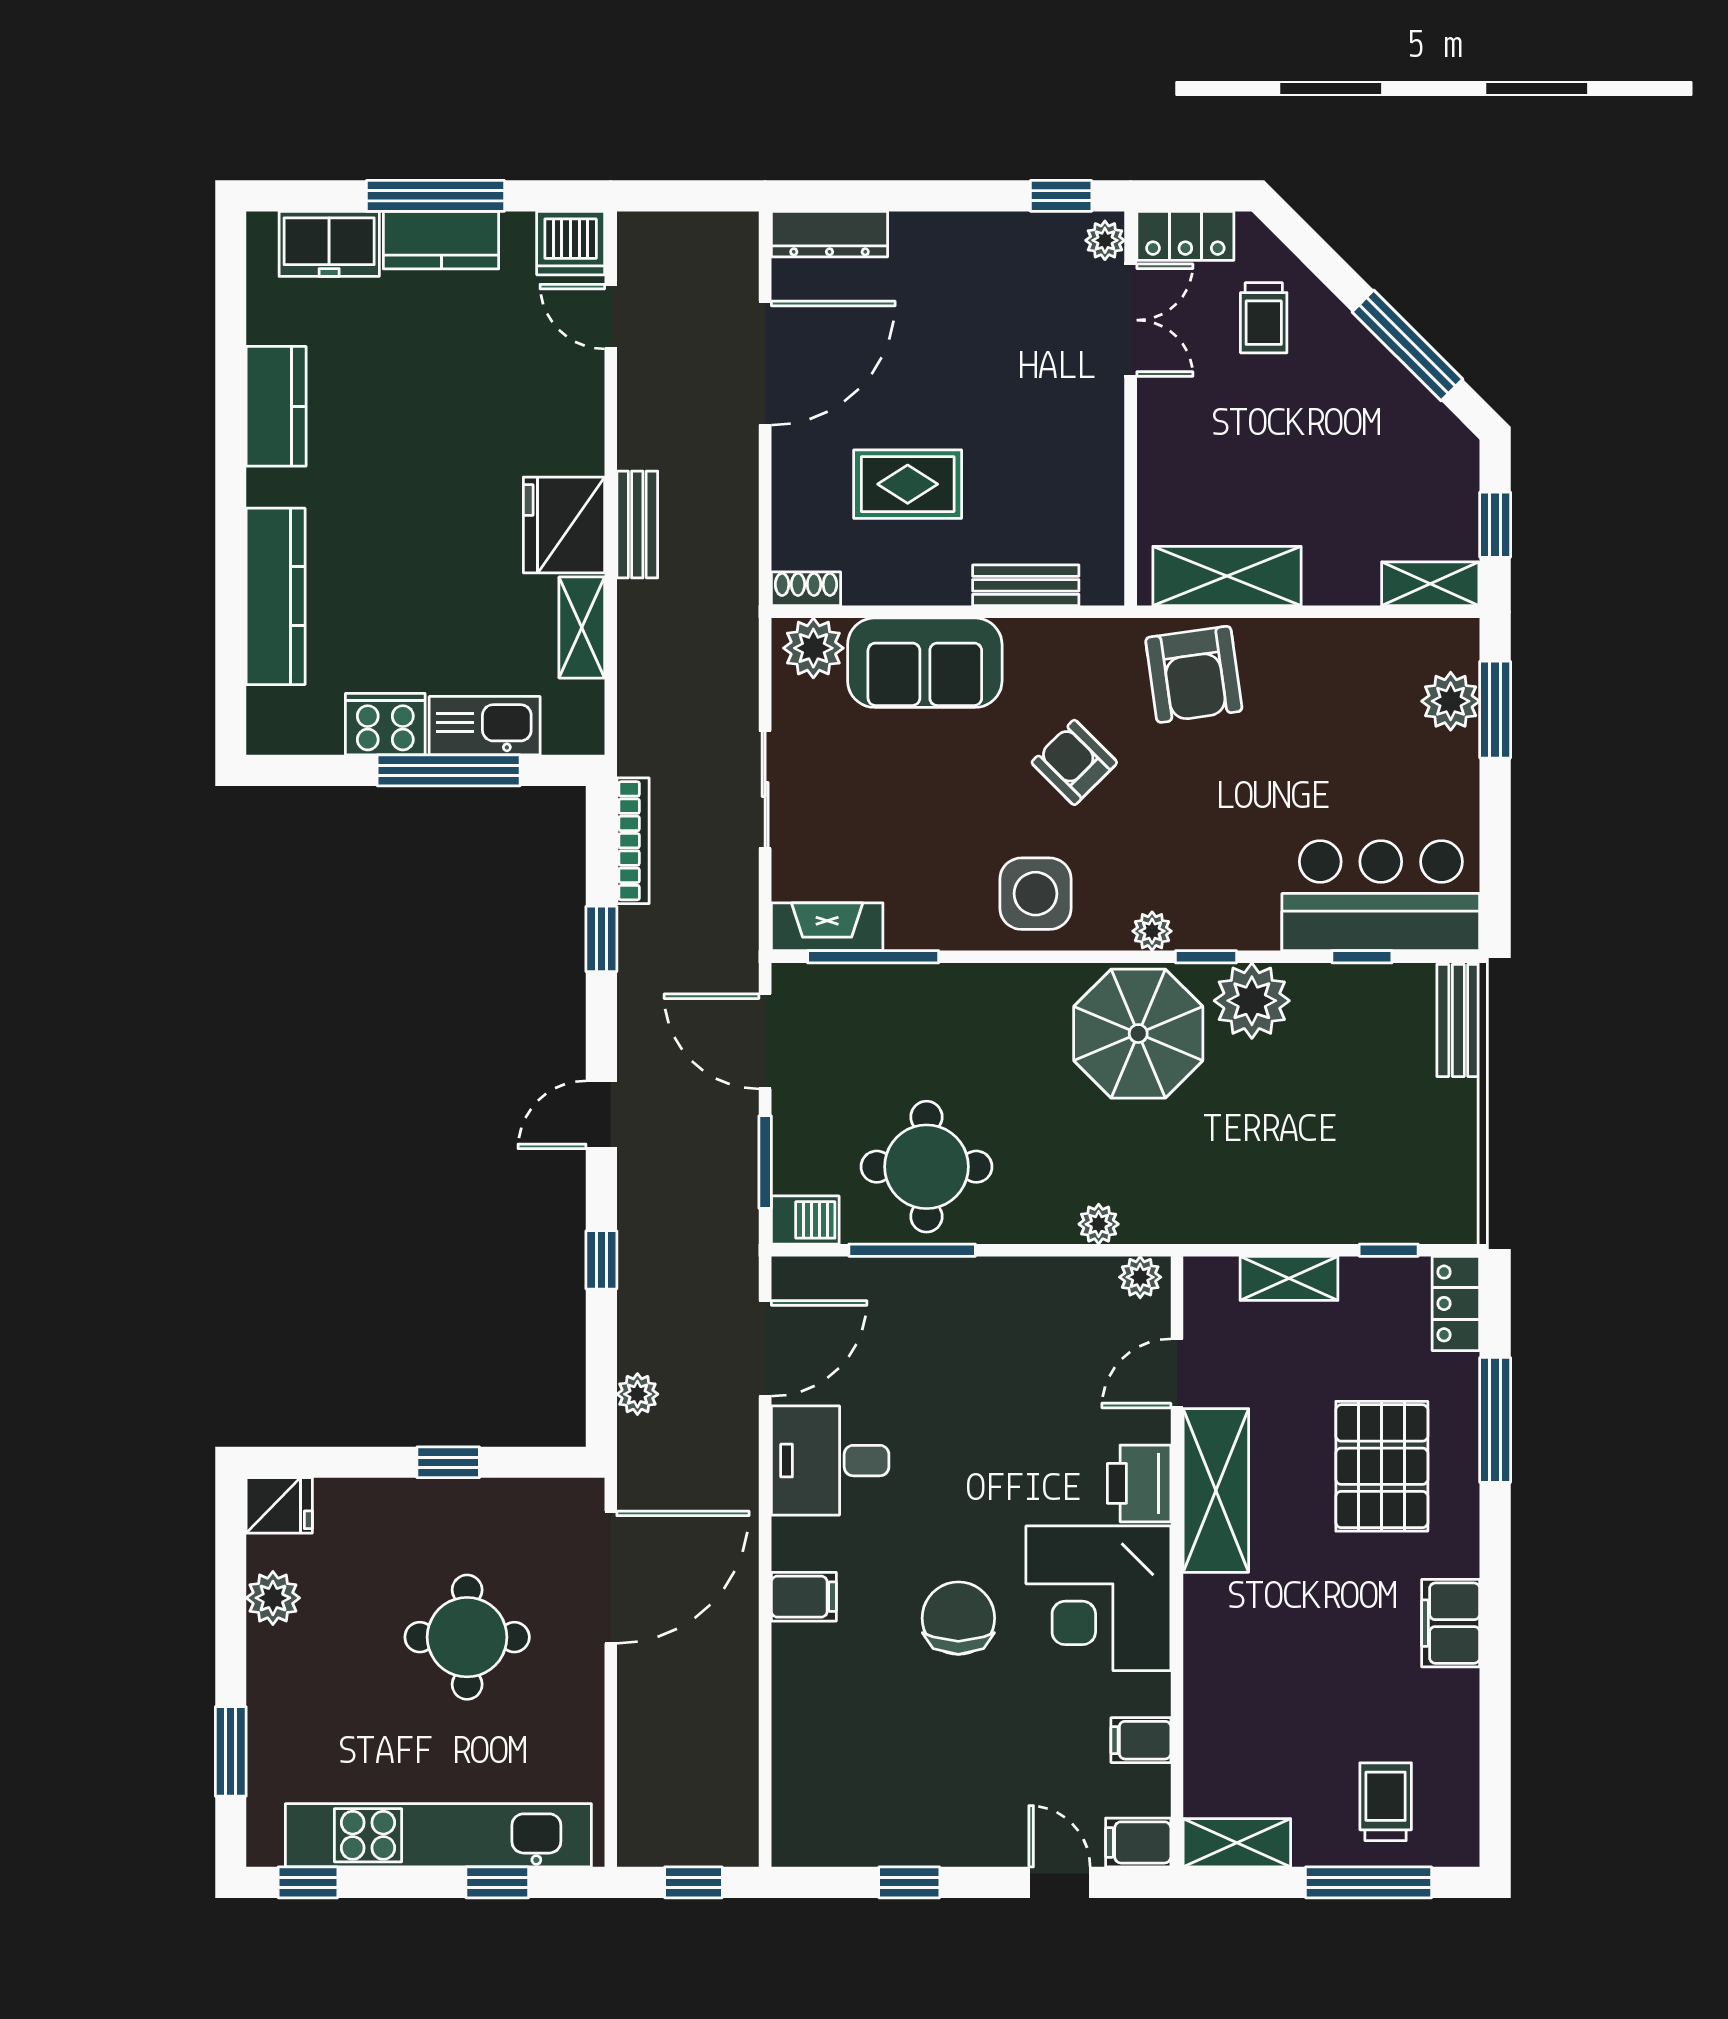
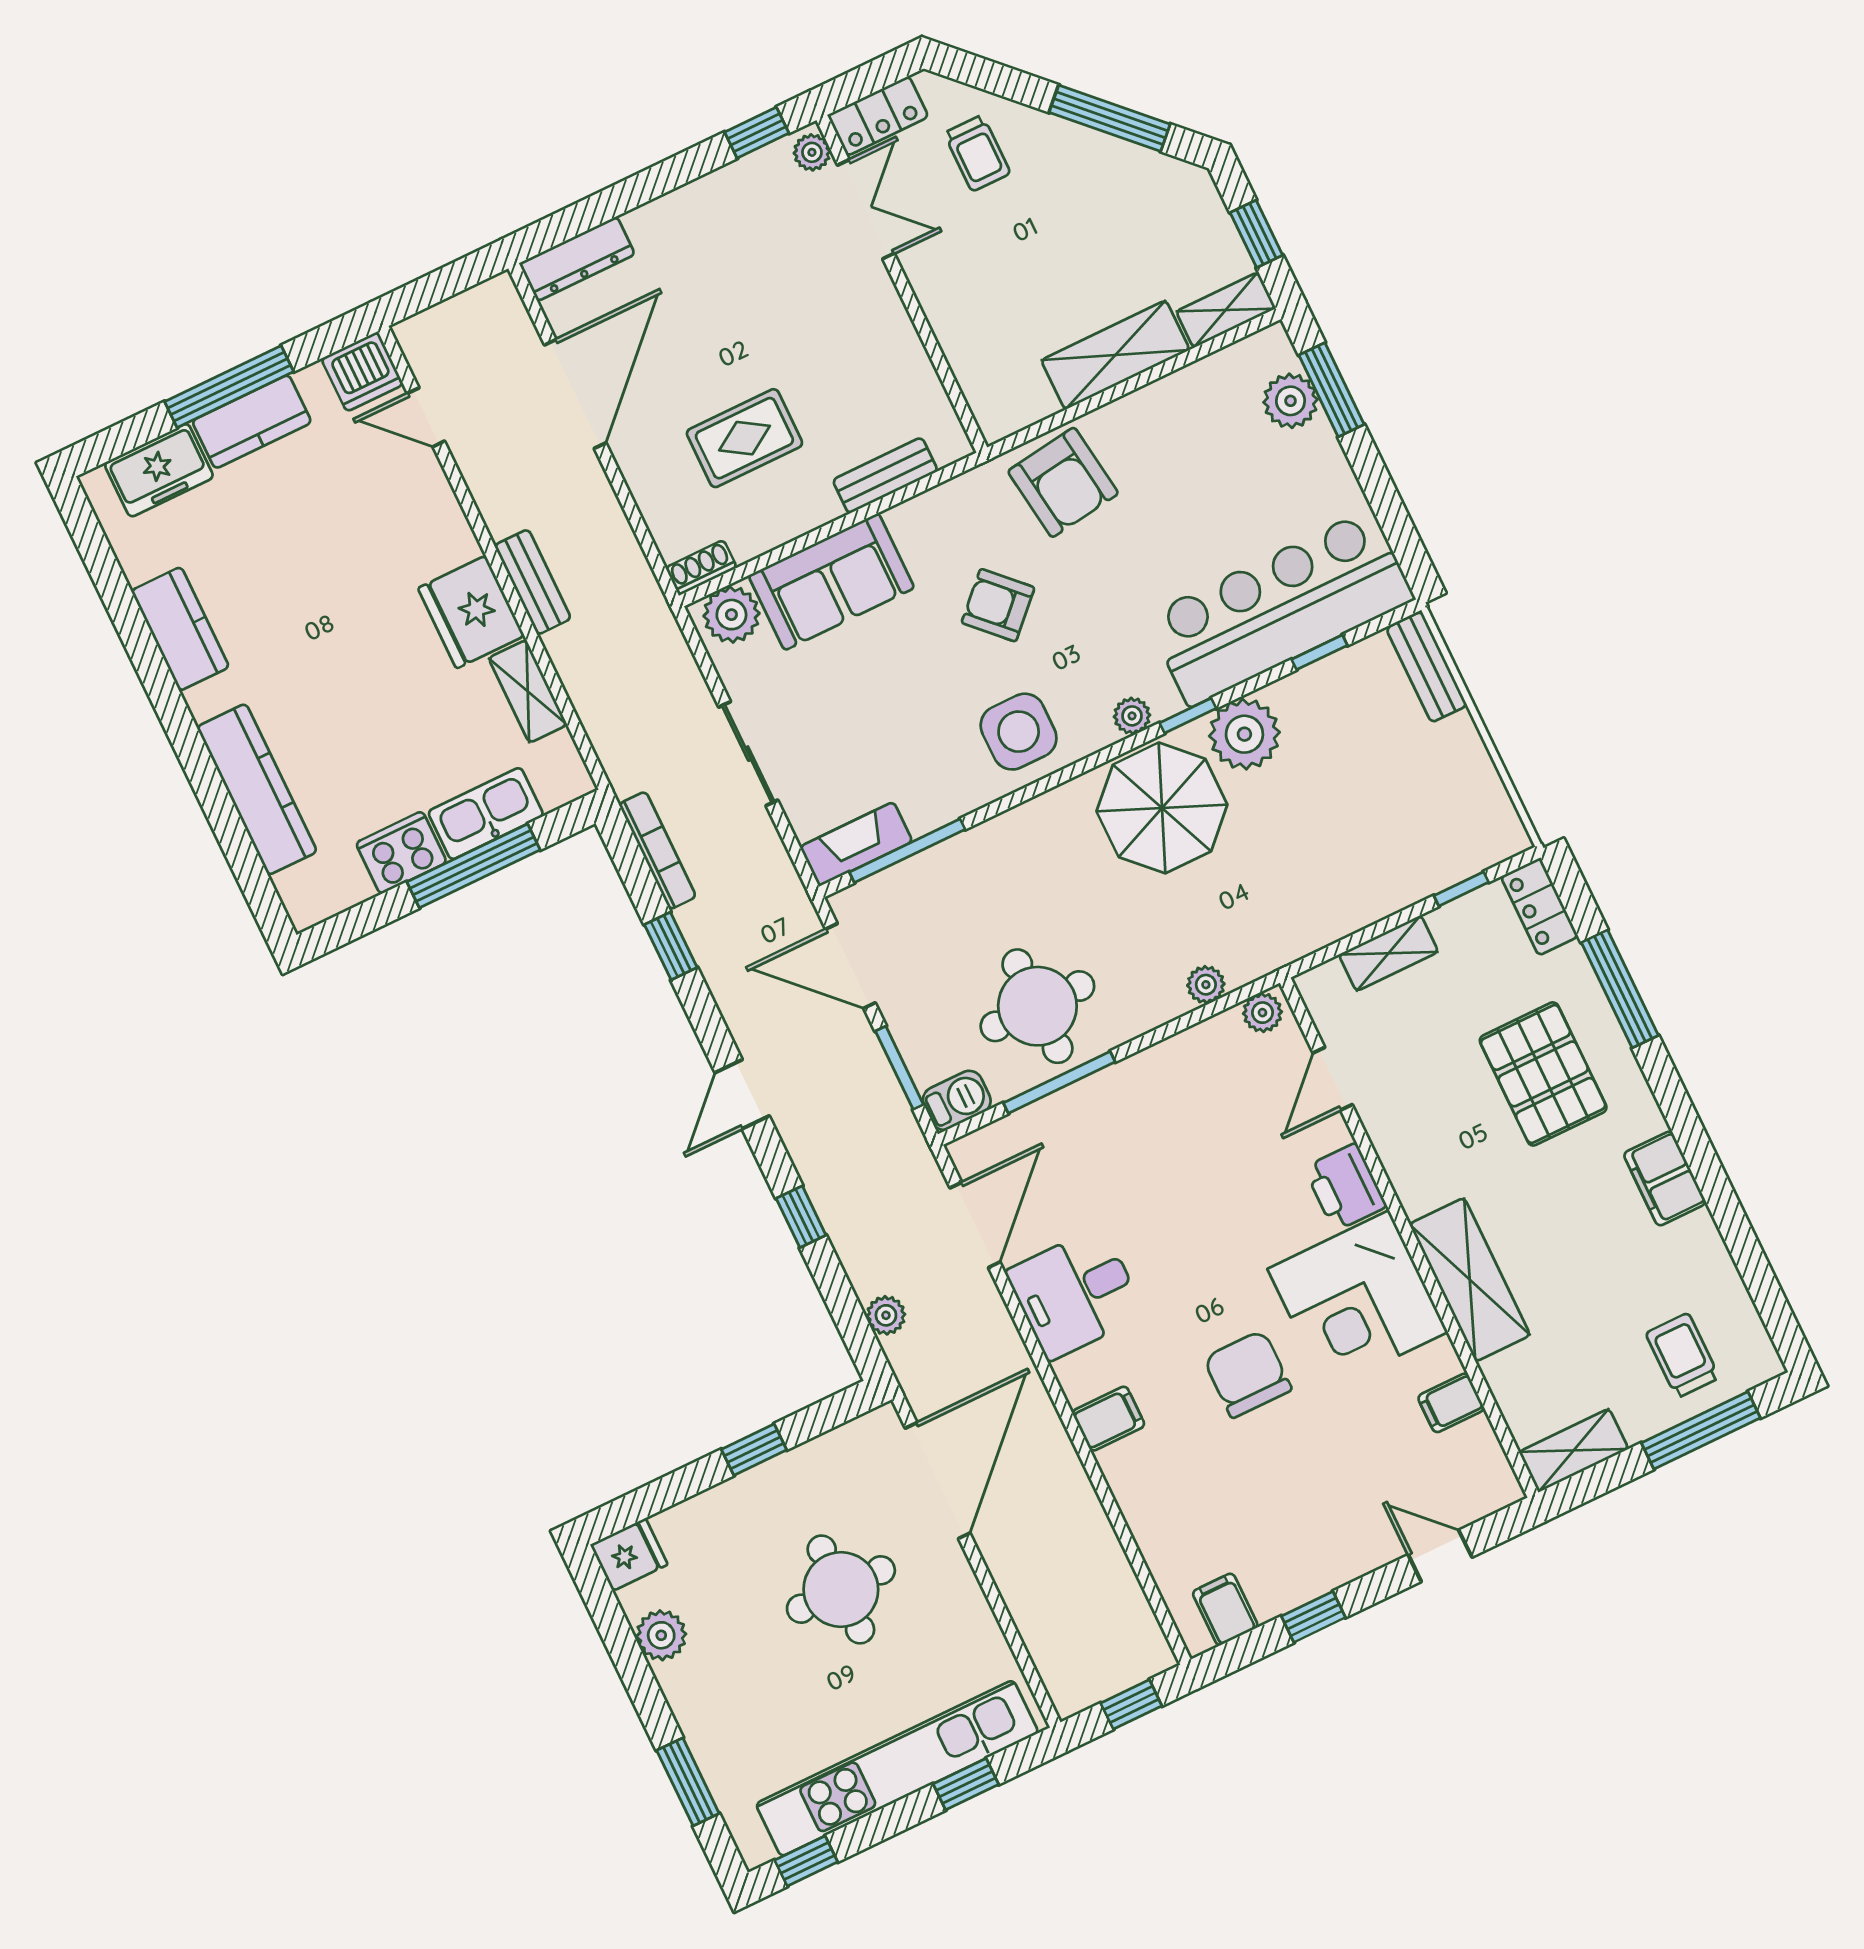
shelving: (1227, 576) -> (1115, 355), moved
bar counter: (1381, 896) -> (1280, 608), width x1.36
shelving: (1216, 1490) -> (1470, 1280), moved
filing cabinet: (1138, 1842) -> (1225, 1609), moved, turned 90

